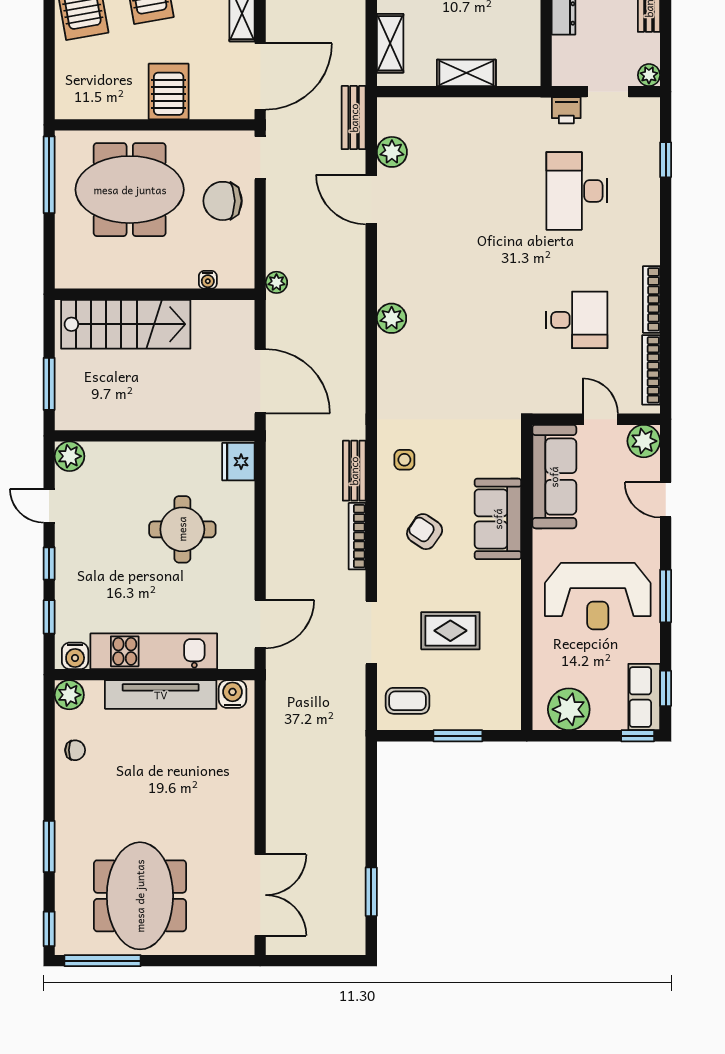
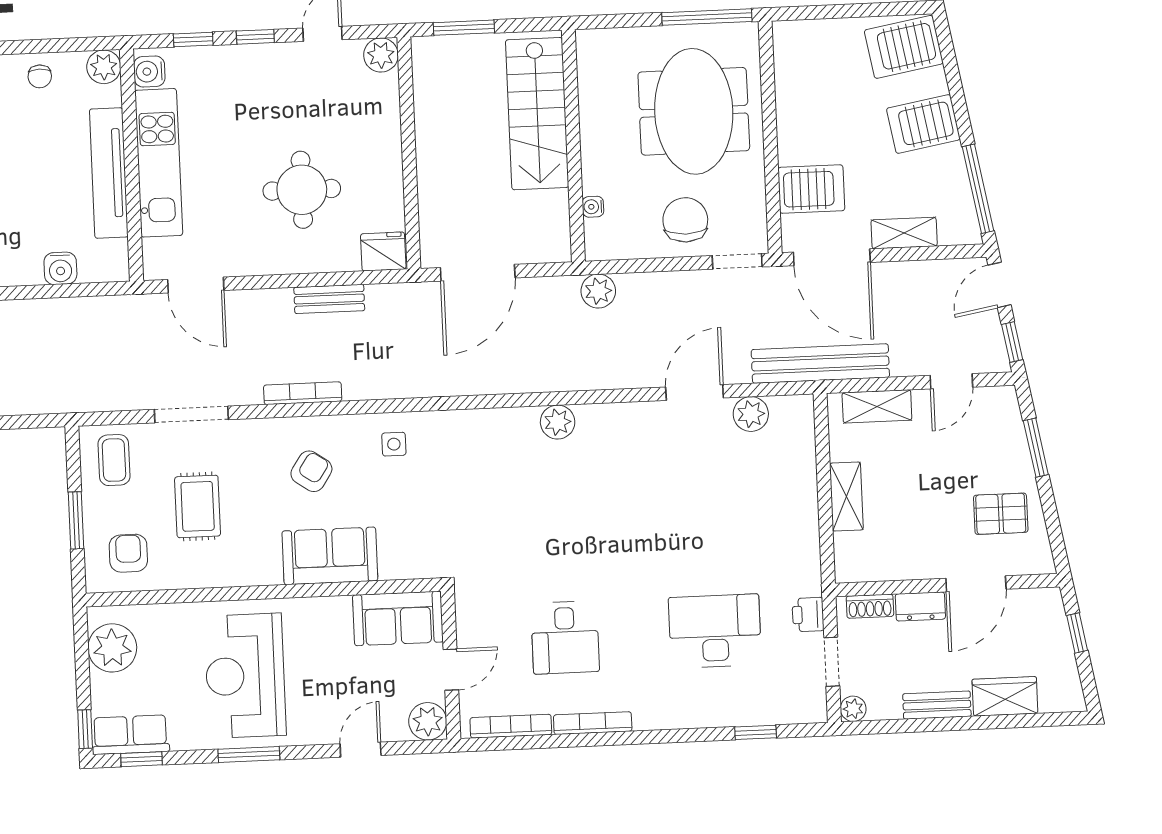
shoe rack: (561, 57) -> (870, 606), added
server rack: (169, 92) -> (811, 189), moved
bench: (354, 118) -> (820, 363), width x1.86, depth x1.21
plant: (276, 282) -> (598, 291), width x1.38, depth x1.38
bench: (354, 471) -> (329, 299), moved
sofa: (554, 477) -> (398, 618), width x0.73
armchair: (488, 692) -> (128, 553), added
water cooler: (233, 694) -> (60, 268), moved, turned 90

